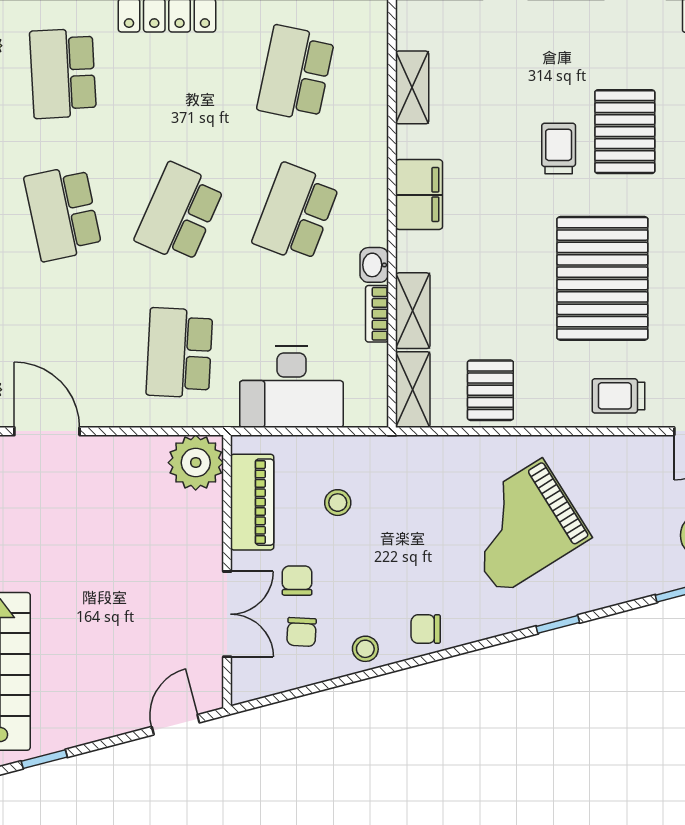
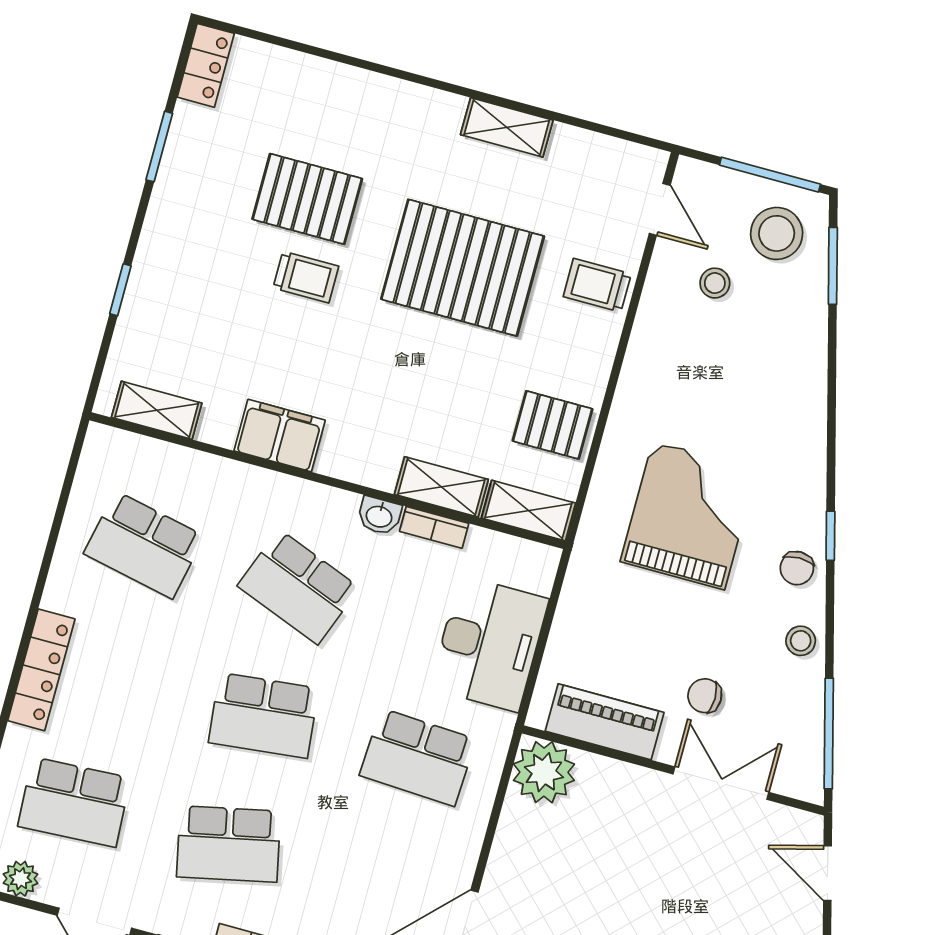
shelving: (412, 87) -> (157, 410), moved
trolley: (559, 148) -> (306, 277), turned 180
filing cabinet: (419, 195) -> (280, 435), moved
school desk: (179, 213) -> (263, 715), turned -30
trolley: (618, 396) -> (597, 285), turned 90
stool: (338, 503) -> (715, 283), moved
grand piano: (521, 527) -> (689, 515), moved, turned -148
window: (558, 624) -> (830, 536), moved
chair: (302, 632) -> (763, 706), removed
window: (294, 694) -> (829, 734), added

